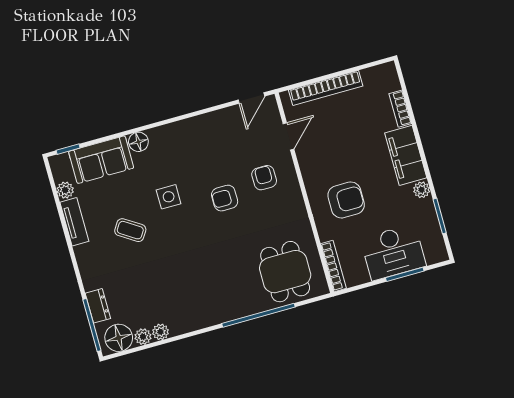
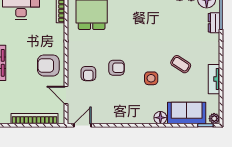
door: (289, 136) -> (66, 95), hinge flipped
plant: (65, 190) -> (214, 119), moved
armchair: (346, 200) -> (48, 65), moved

